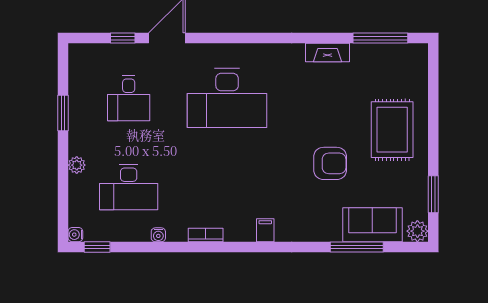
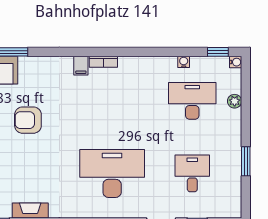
plant: (77, 165) -> (235, 101), moved
water cooler: (158, 235) -> (184, 62), moved
bookcase: (206, 235) -> (103, 62), moved

